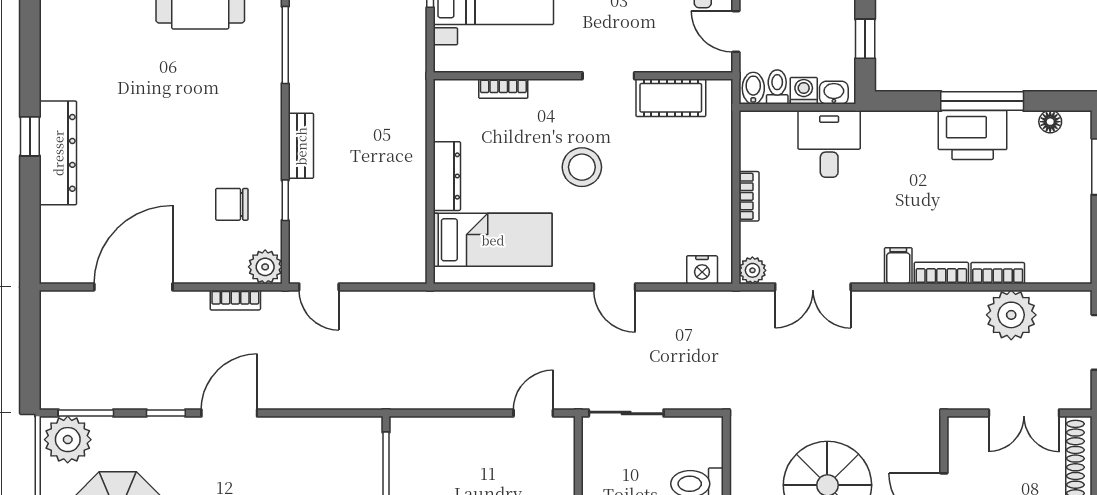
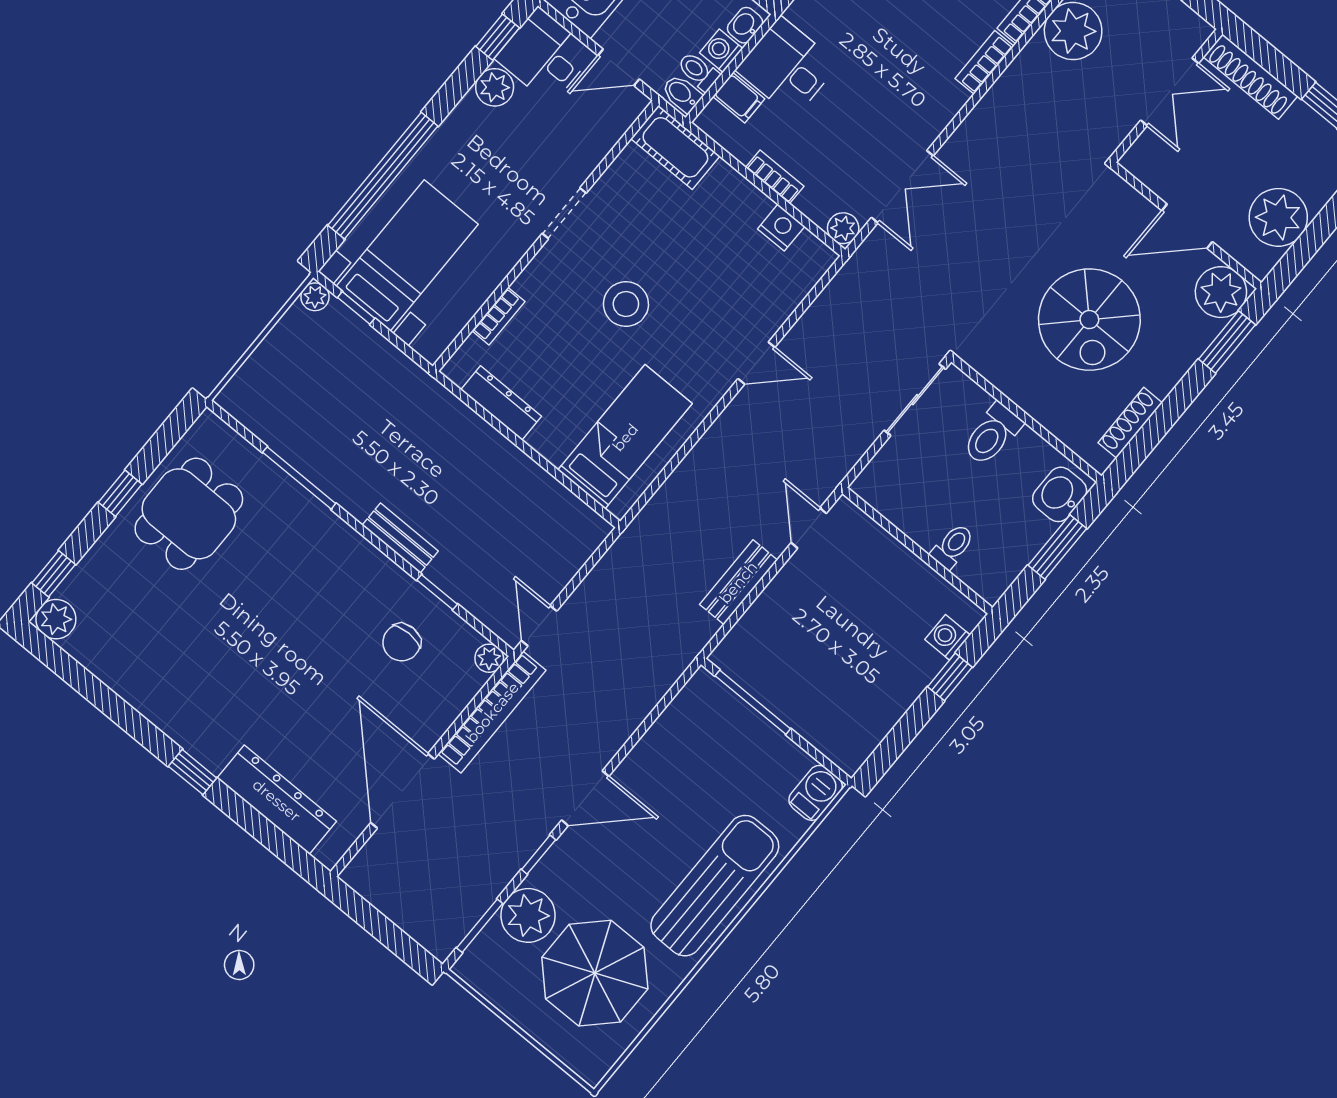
cot: (671, 98) -> (675, 147), moved, turned 90
dresser: (58, 153) -> (277, 800), moved
dresser: (447, 176) -> (501, 403), moved
filing cabinet: (898, 266) -> (739, 98), moved, turned 180
plant: (265, 267) -> (489, 658), width x0.73, depth x0.73
nightstand: (702, 270) -> (781, 228), moved, turned -90
door: (319, 287) -> (539, 626), swing flipped
bookcase: (235, 300) -> (492, 712), width x2.31, depth x1.31
bench: (458, 396) -> (738, 582), added
door: (229, 413) -> (585, 798), swing flipped
sliding door: (626, 413) -> (915, 400), moved
plant: (68, 440) -> (528, 915), moved

